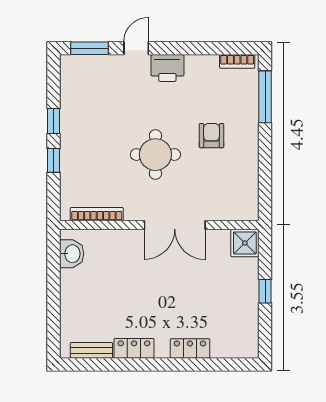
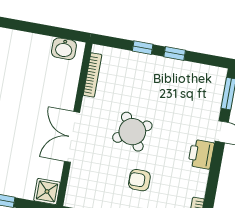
armchair: (211, 136) -> (139, 180), turned 180
round table: (155, 155) -> (132, 132), turned -32

